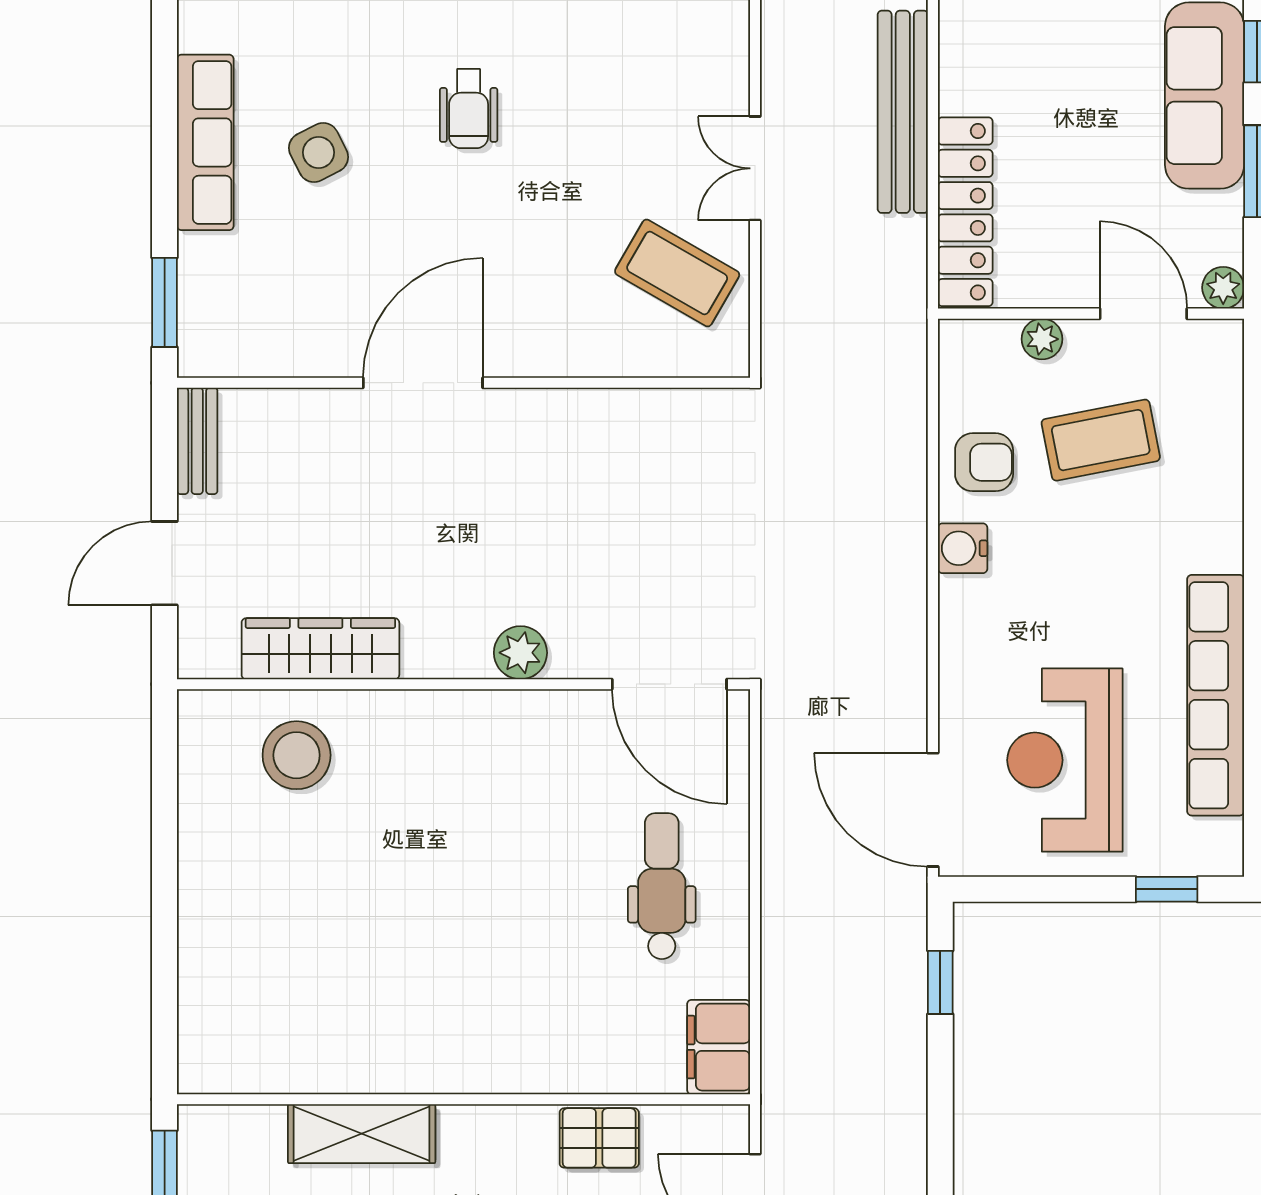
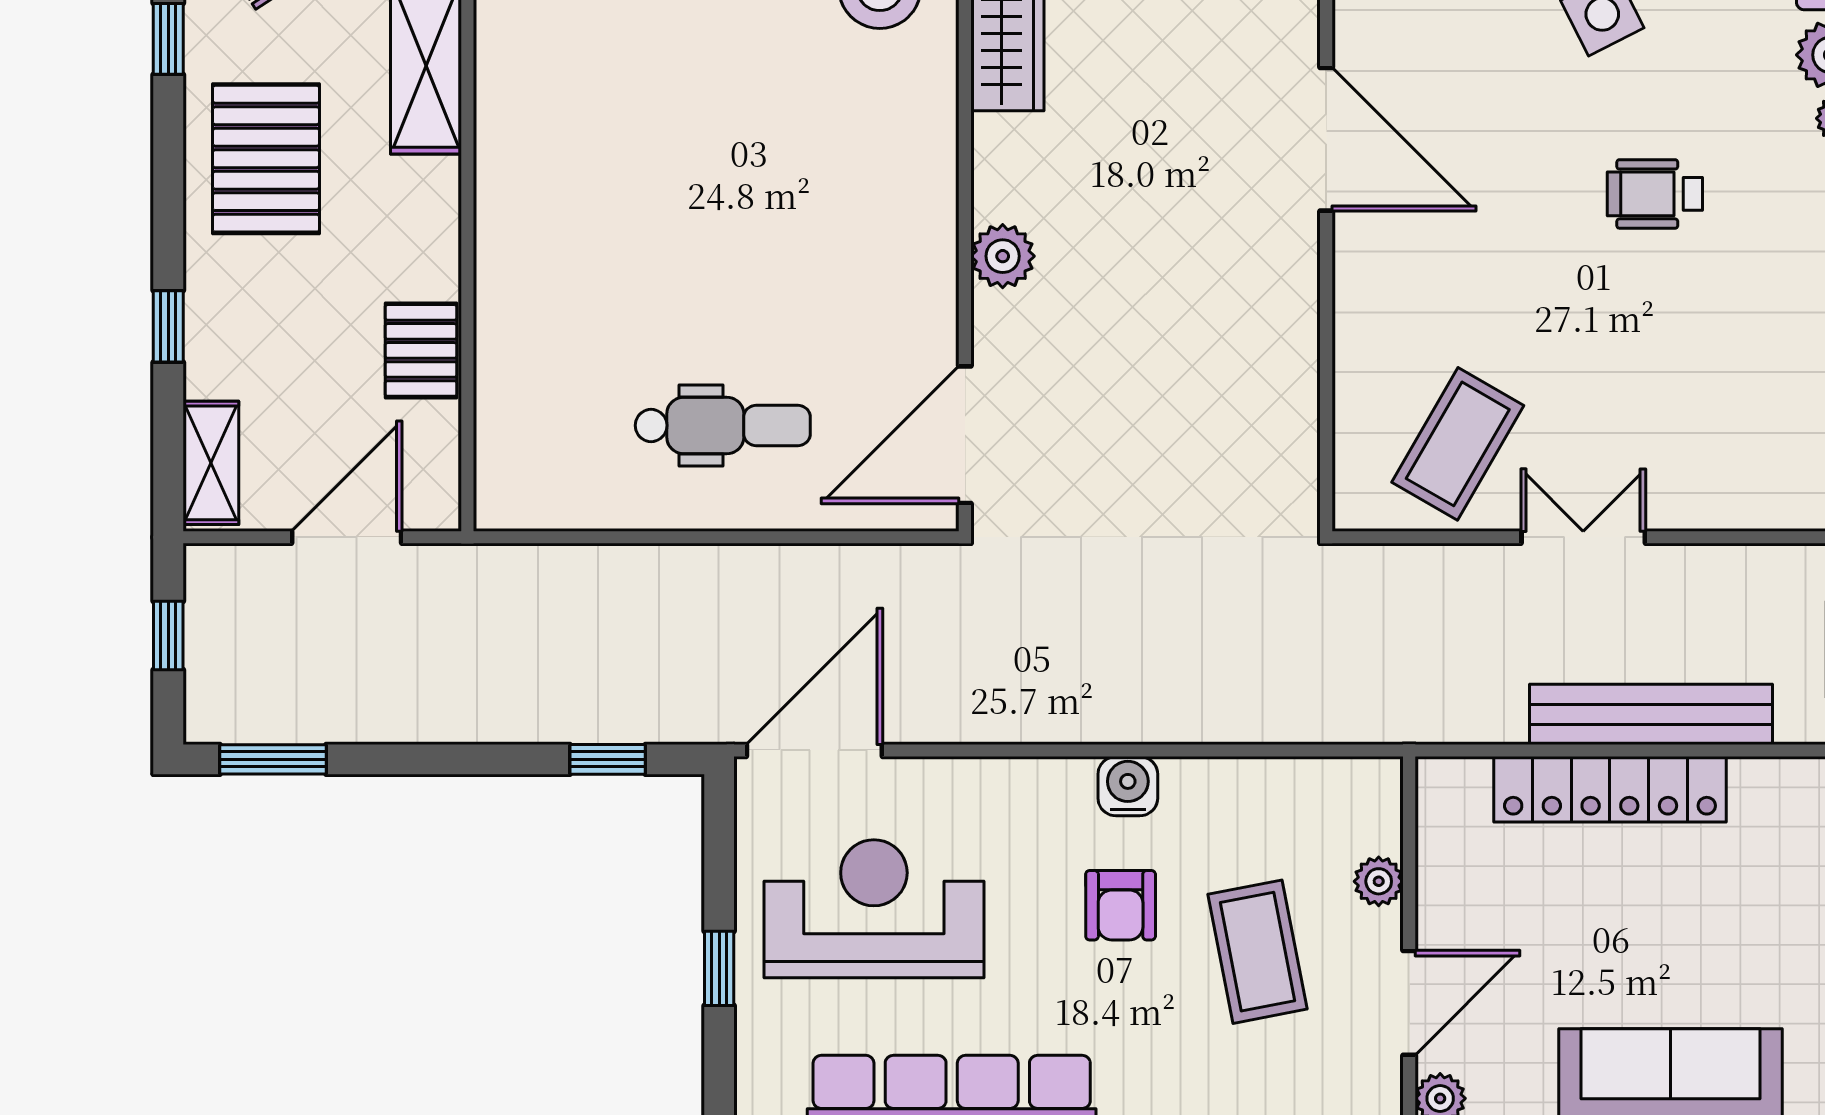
locker: (965, 212) -> (1610, 789), moved
armchair: (984, 462) -> (1121, 905), moved
window: (1167, 889) -> (719, 968), moved
filing cabinet: (719, 1047) -> (530, 494), removed

